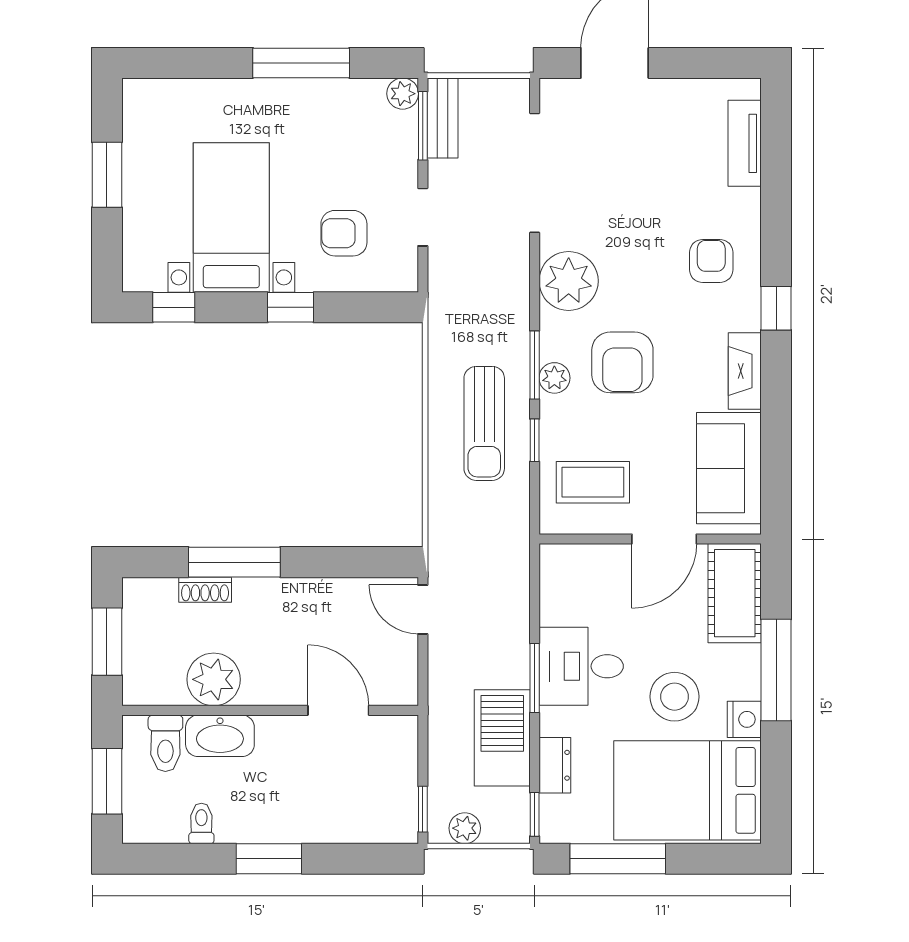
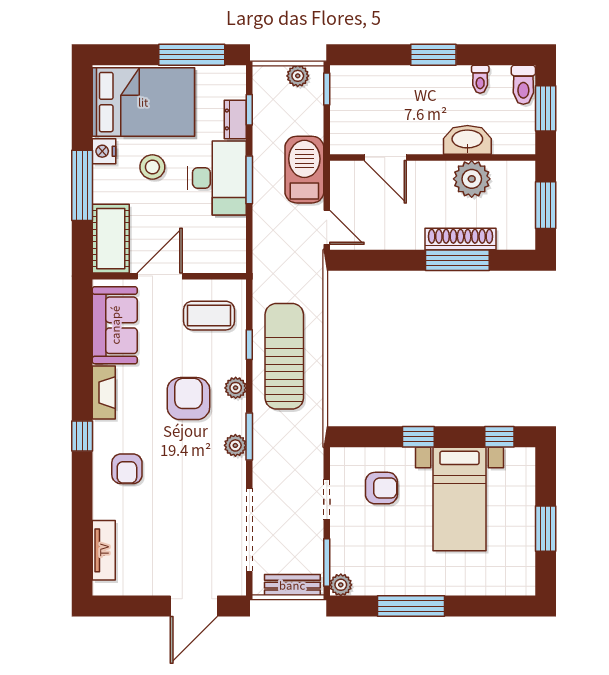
bench: (443, 118) -> (292, 585), moved, turned 90
plant: (569, 281) -> (235, 445), width x0.53, depth x0.53
window: (535, 365) -> (249, 437), moved
sun lounger: (484, 423) -> (284, 356), width x1.36, depth x1.34
shoe rack: (205, 590) -> (461, 239), width x1.94, depth x1.24
desk: (581, 666) -> (217, 178), width x1.37
stool: (675, 697) -> (152, 167), width x0.73, depth x0.73
barbecue: (502, 738) -> (304, 170), moved, turned 180
toilet: (165, 743) -> (523, 85), moved, turned 180
window: (535, 814) -> (249, 110), moved

